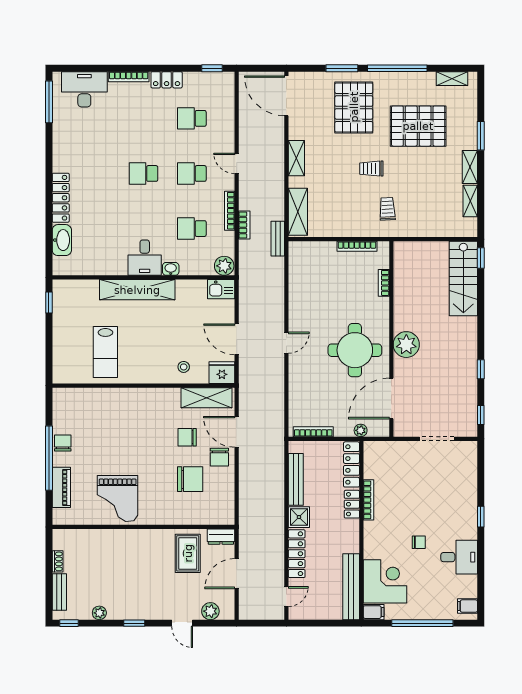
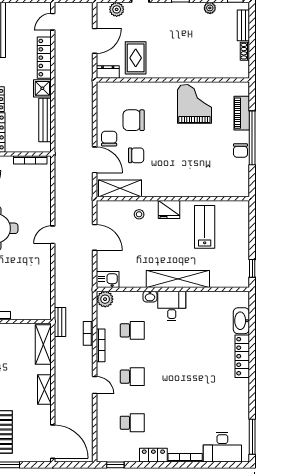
school desk: (143, 173) -> (173, 377), removed
fridge: (222, 373) -> (169, 209), moved

